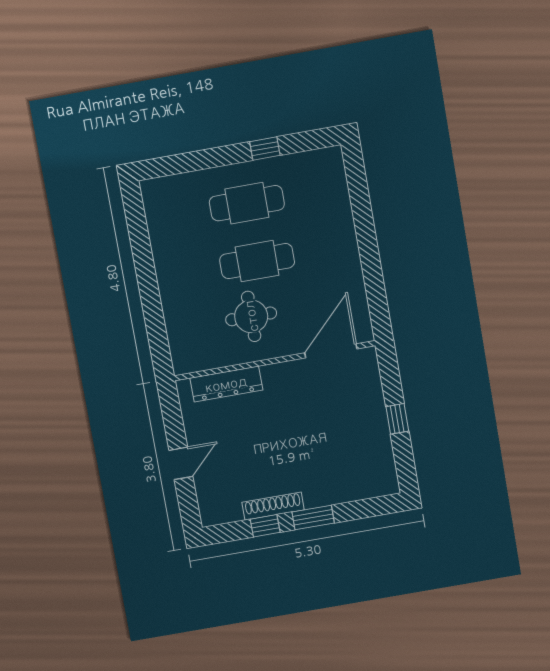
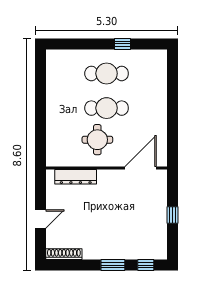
shoe rack: (273, 506) -> (64, 254), moved
window: (265, 526) -> (146, 265), moved

